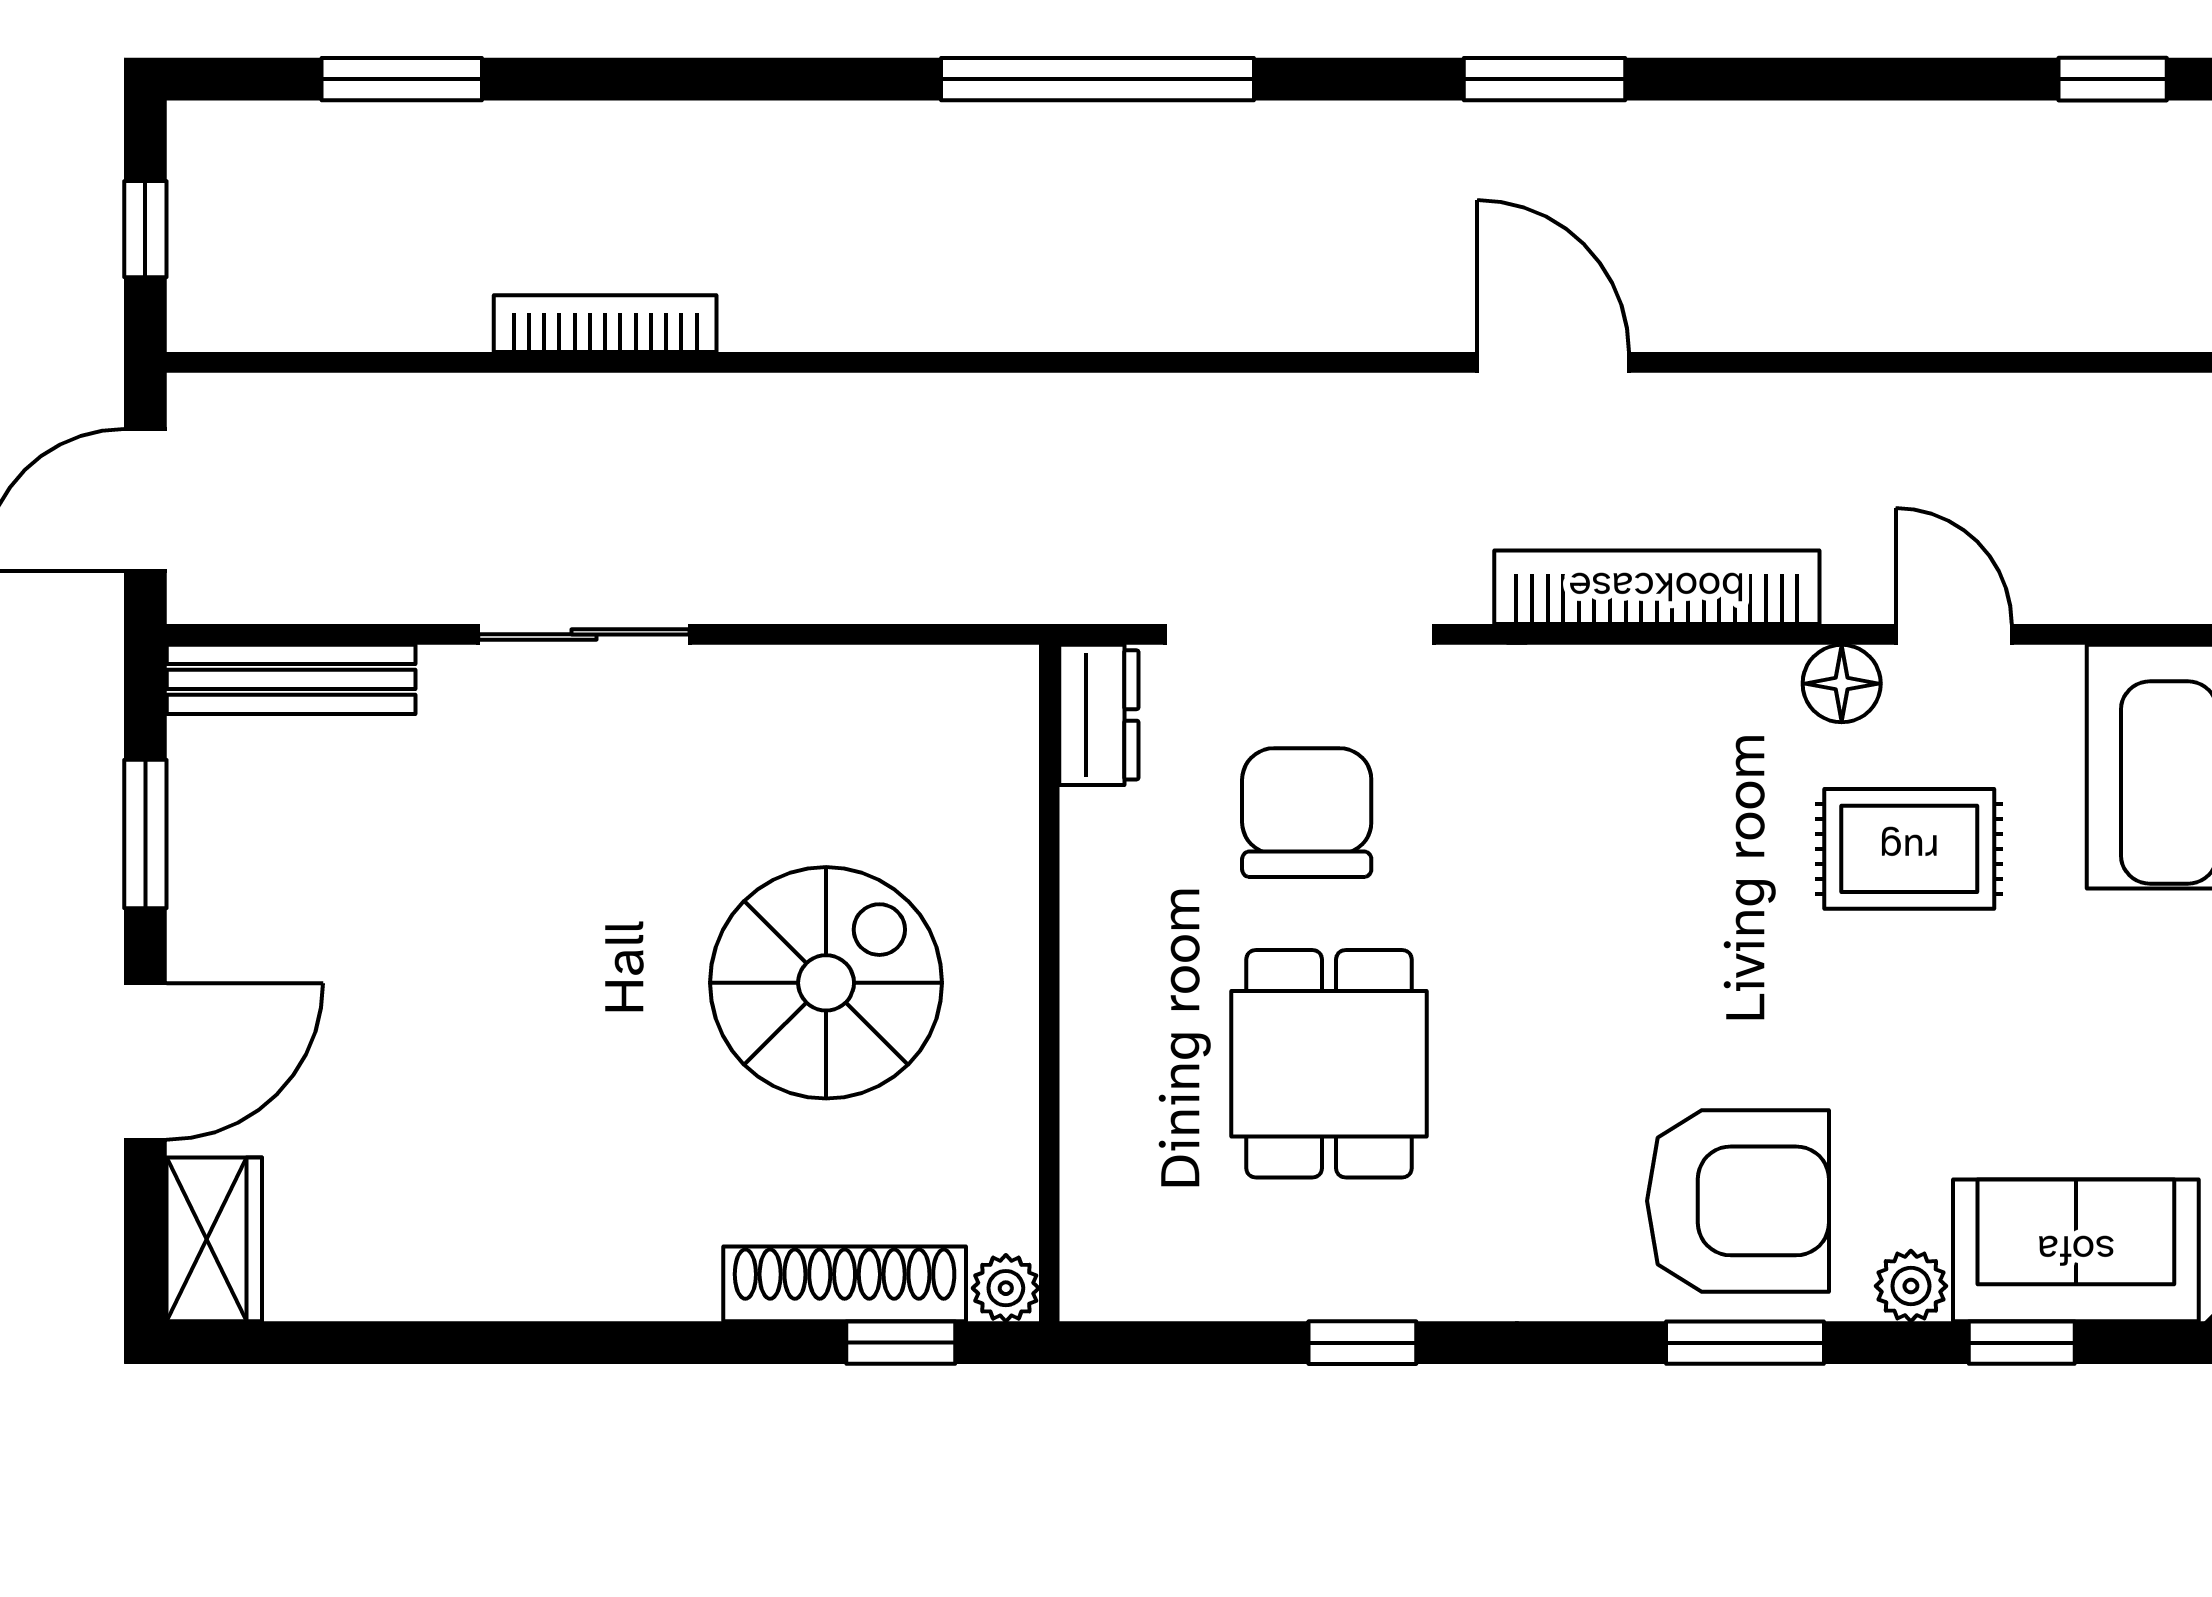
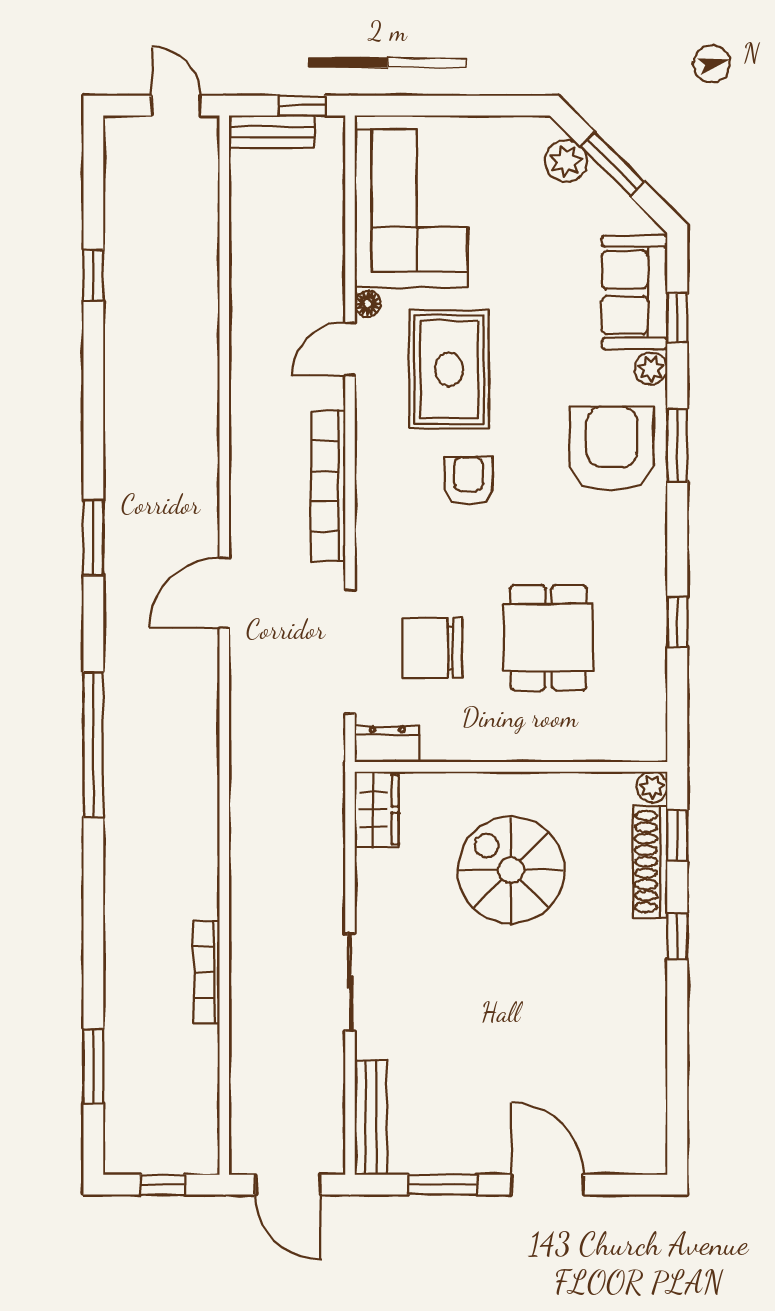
door: (1553, 362) -> (224, 593), moved
floor lamp: (1842, 684) -> (368, 304), moved, width x0.73, depth x0.73
rug: (1909, 849) -> (449, 369), width x1.36, depth x1.43
armchair: (1668, 891) -> (469, 481), added
dining table: (1329, 1064) -> (548, 638), turned 90
wardrobe: (214, 1239) -> (377, 810), moved, turned 90
window: (683, 1343) -> (677, 936), added

